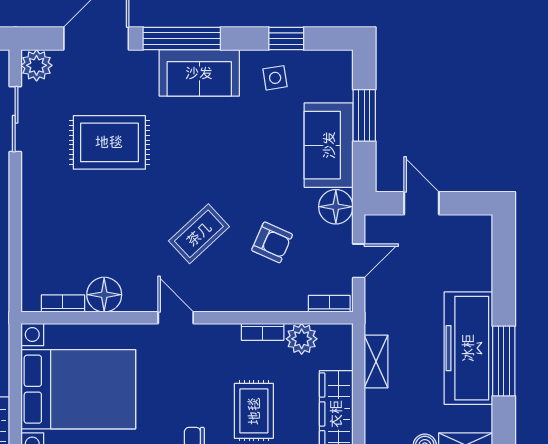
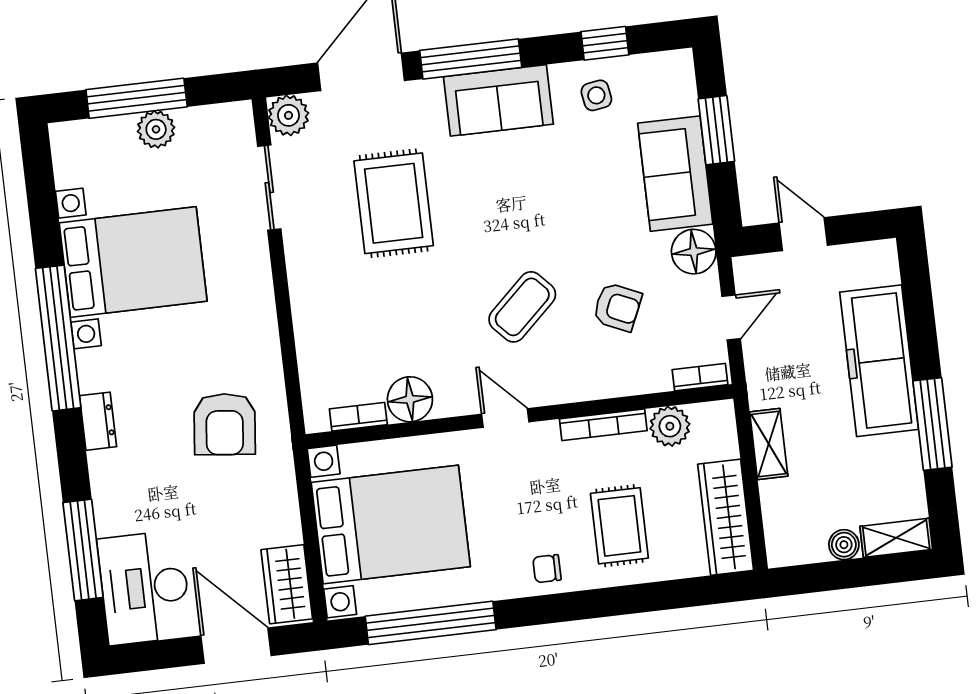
rug: (109, 142) -> (394, 203), turned 90
bookcase: (263, 332) -> (603, 425), width x1.56
freezer: (468, 348) -> (879, 361), moved

